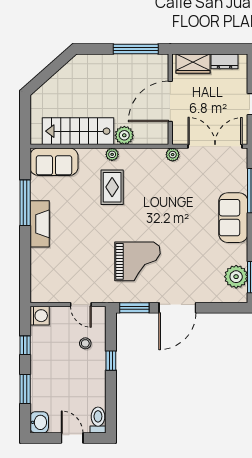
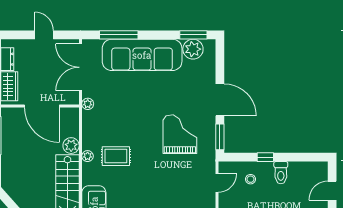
sofa: (233, 218) -> (142, 55), width x1.85, depth x1.27
toilet: (98, 420) -> (281, 173), moved, turned -90

